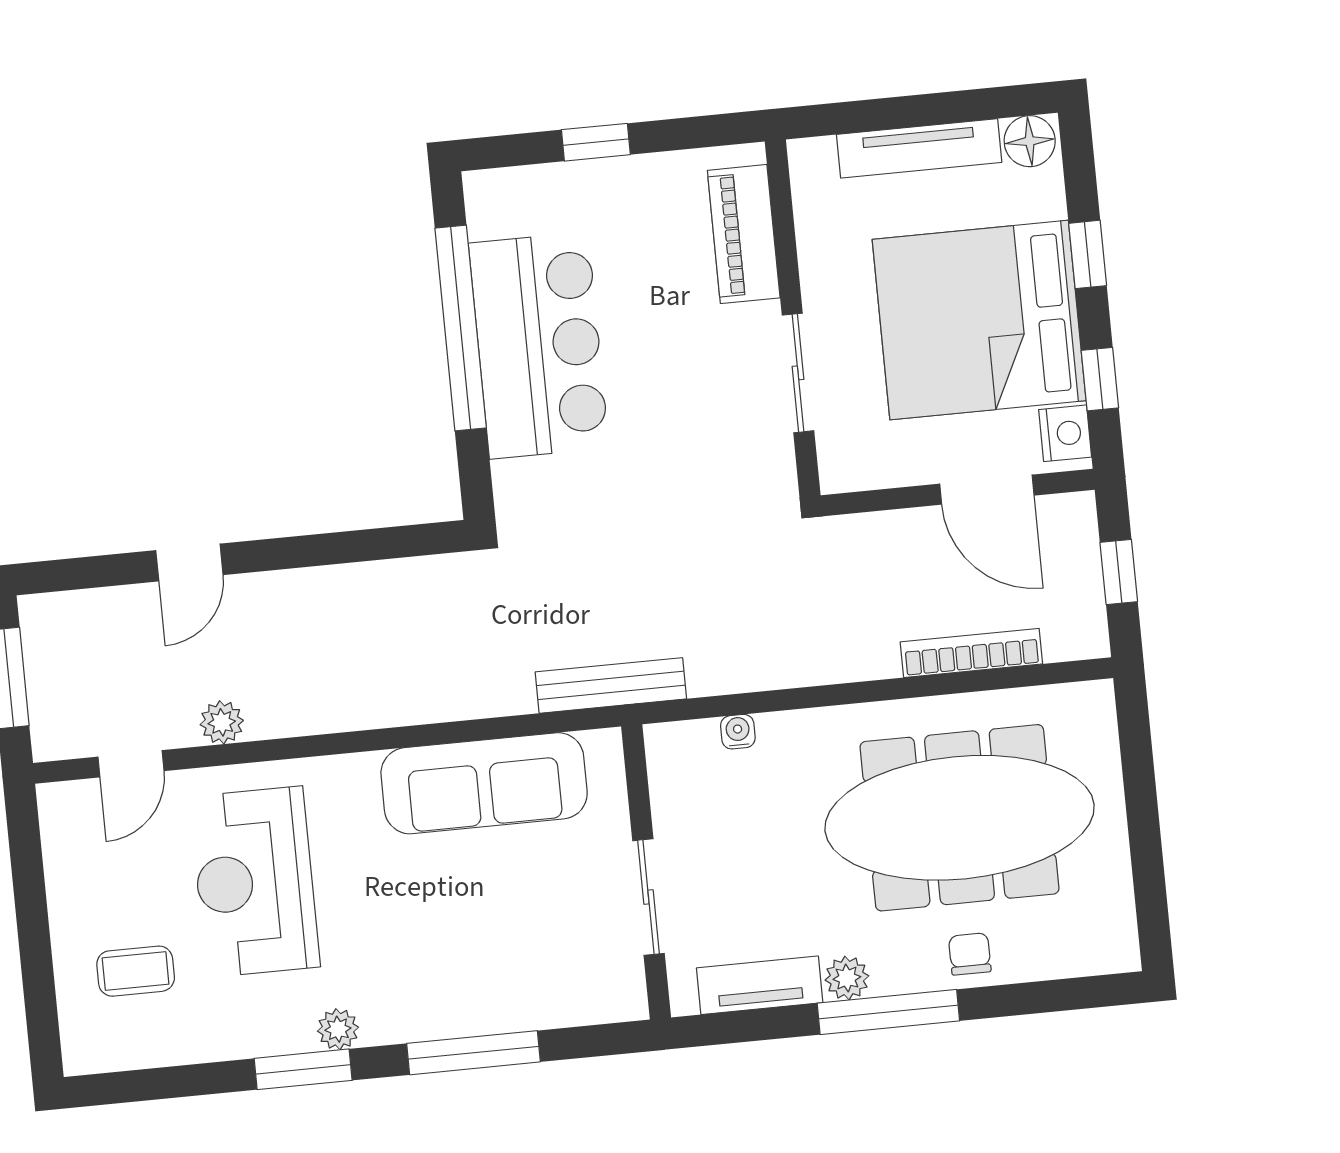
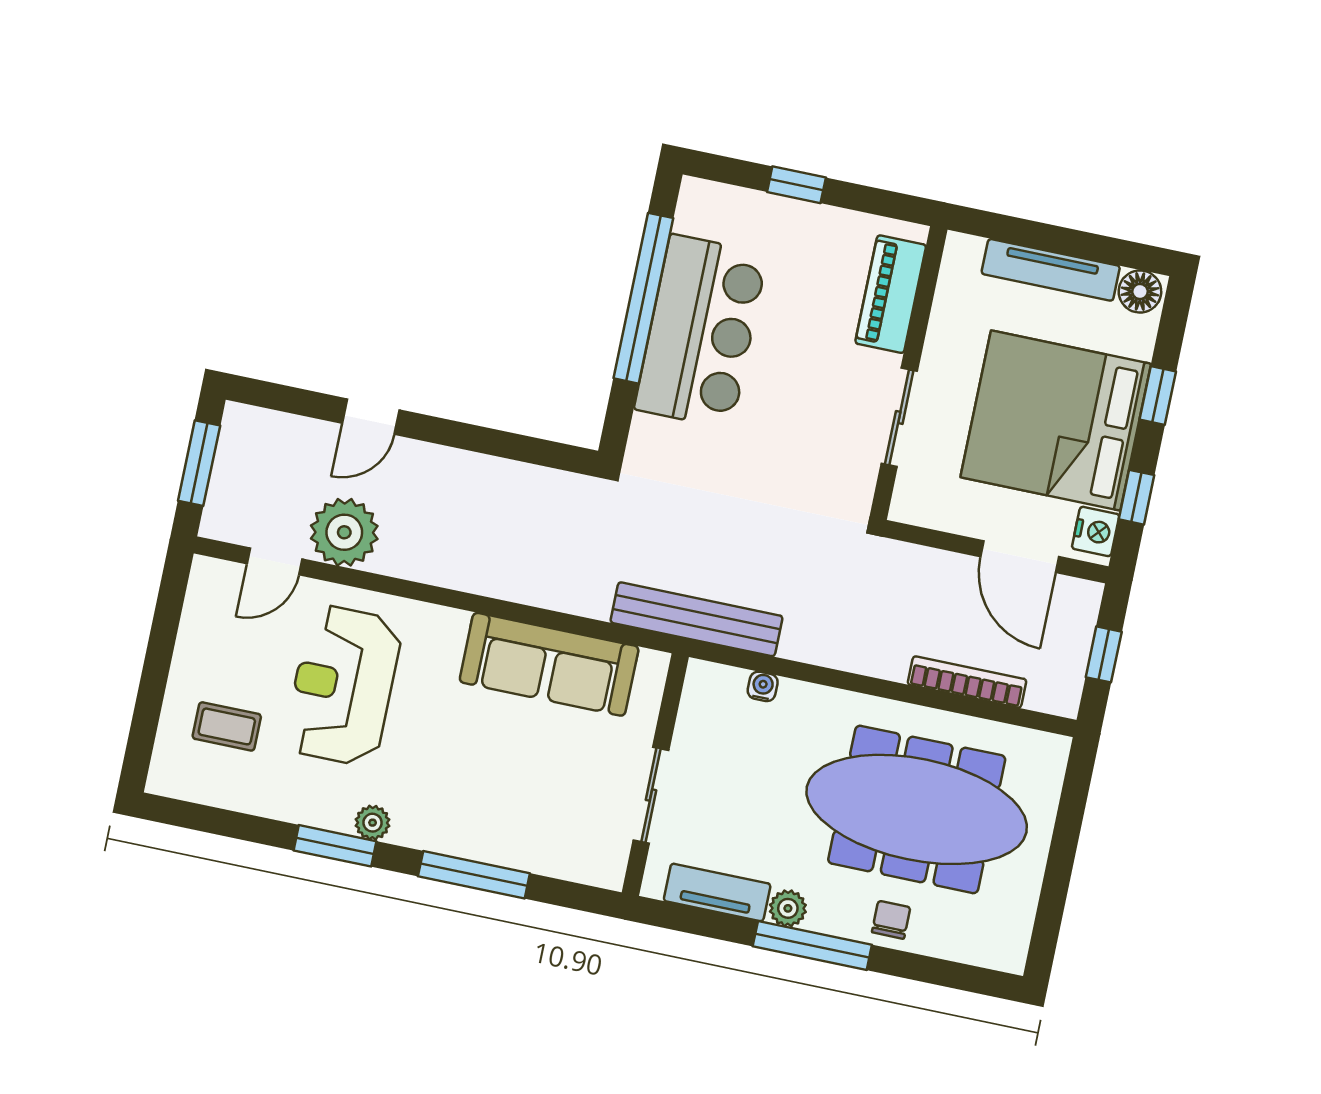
bench: (611, 685) -> (696, 619), width x1.37, depth x1.21
plant: (222, 722) -> (344, 532), width x1.88, depth x1.88

